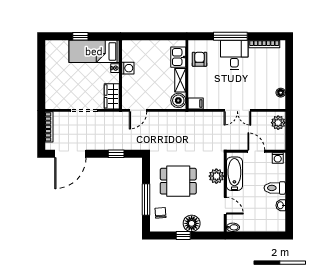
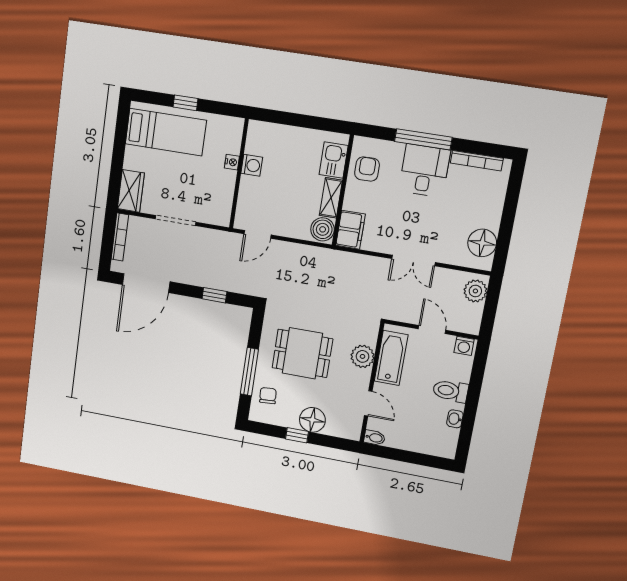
bed: (94, 51) -> (166, 132), moved, turned 180
floor lamp: (281, 93) -> (482, 243), width x1.89, depth x1.89
wardrobe: (112, 96) -> (131, 191), moved, turned 180
filing cabinet: (196, 103) -> (351, 230), width x2.00

